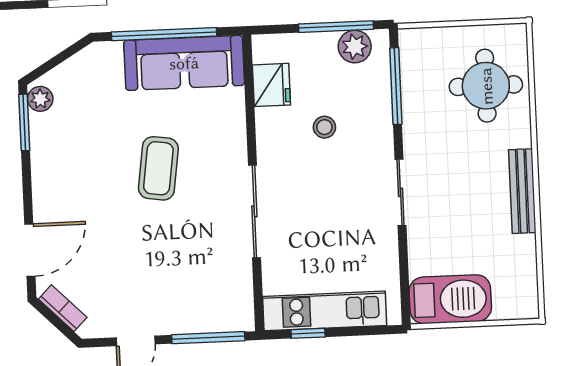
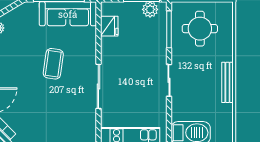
round table: (486, 86) -> (200, 29), moved
stool: (324, 127) -> (134, 47), removed

